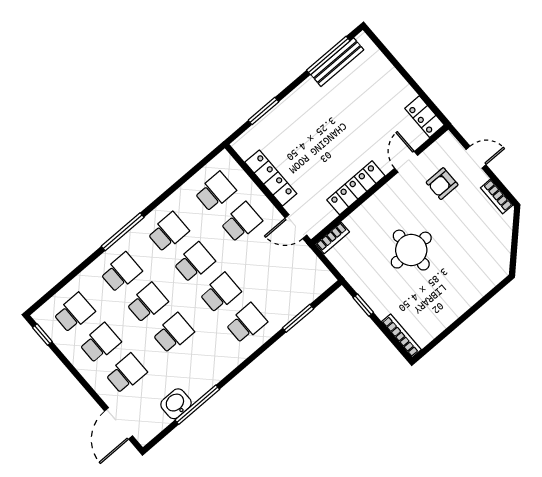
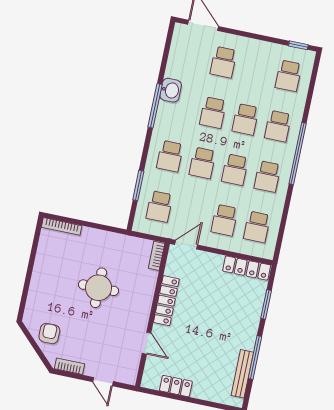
window: (328, 55) -> (255, 358), moved
locker: (424, 117) -> (176, 386), moved
door: (476, 157) -> (103, 382), hinge flipped
locker: (271, 178) -> (247, 268), moved
armchair: (442, 184) -> (49, 333), moved
window: (123, 232) -> (298, 154), width x1.46
window: (363, 305) -> (102, 227), removed
school desk: (100, 343) -> (159, 207), moved
washbasin: (176, 404) -> (171, 90), moved
window: (197, 405) -> (155, 106), moved

